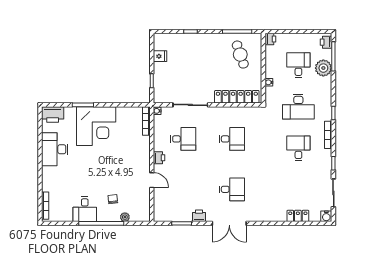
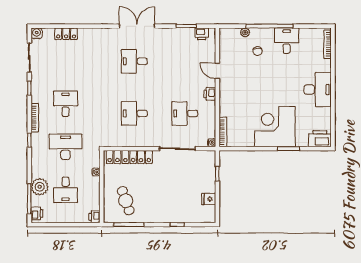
desk: (298, 148) -> (66, 104), turned 180
desk: (55, 149) -> (318, 90), moved
printer: (199, 216) -> (202, 34), moved

